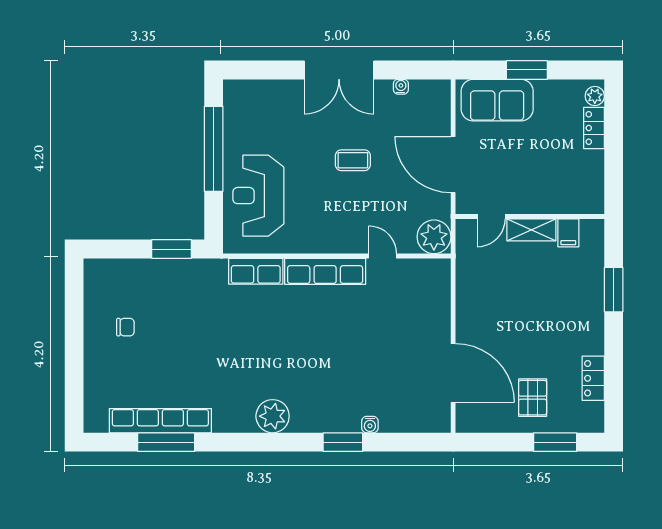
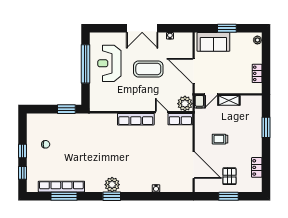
locker: (594, 128) -> (257, 73), moved
coffee table: (353, 160) -> (148, 69), width x1.86, depth x1.72
reception desk: (258, 196) -> (109, 63), moved
filing cabinet: (568, 233) -> (199, 102), moved
row of seats: (256, 271) -> (180, 119), moved
trolley: (512, 316) -> (220, 139), added
window: (74, 342) -> (22, 151), added
window: (74, 390) -> (22, 173), added
window: (343, 442) -> (112, 196), moved
window: (555, 442) -> (229, 196), moved

